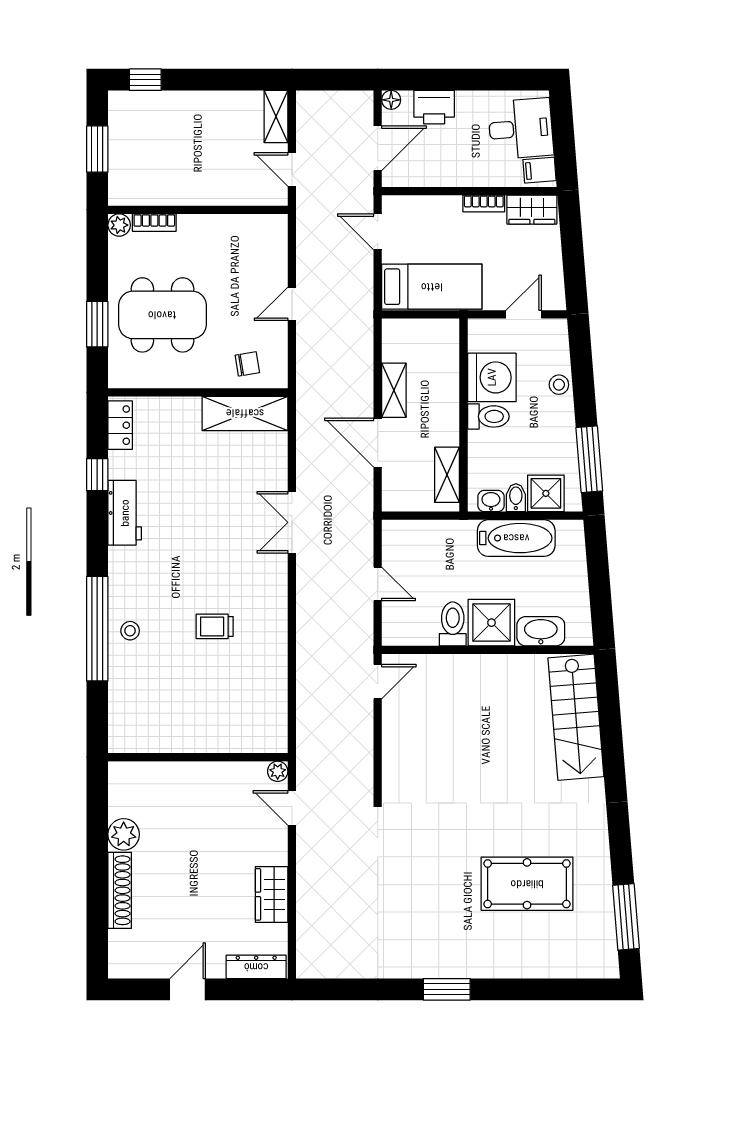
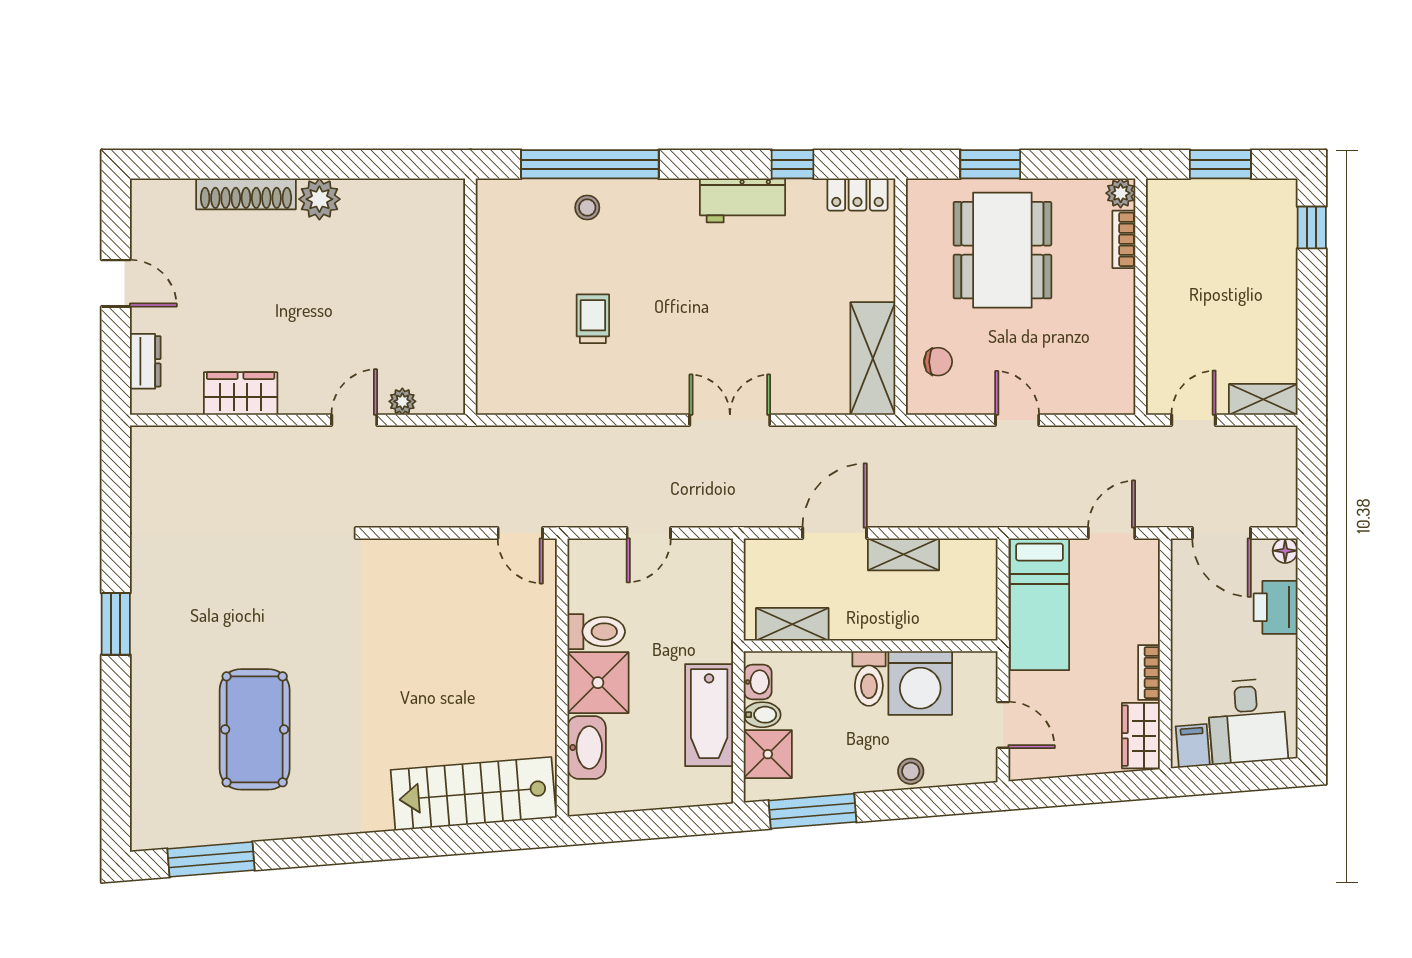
chair: (247, 364) -> (938, 362), turned -81
wall: (198, 757) -> (470, 297), moved
dresser: (256, 967) -> (145, 361), width x0.70

